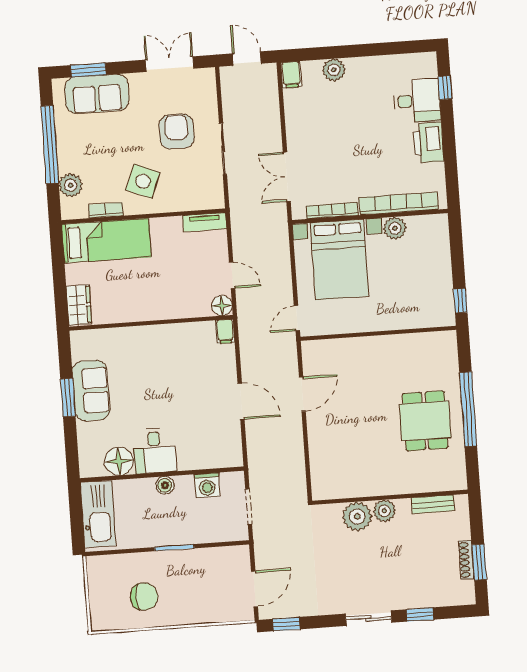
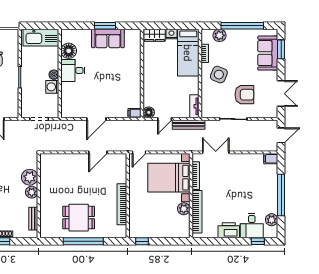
window: (357, 51) -> (281, 195), added
plant: (334, 70) -> (272, 220), moved
bench: (239, 230) -> (189, 125), added
nightstand: (74, 274) -> (171, 34), added
door: (297, 318) -> (139, 152), swing flipped
bookcase: (395, 343) -> (122, 204), added
door: (302, 394) -> (98, 152), hinge flipped
washing machine: (207, 485) -> (52, 87), moved

